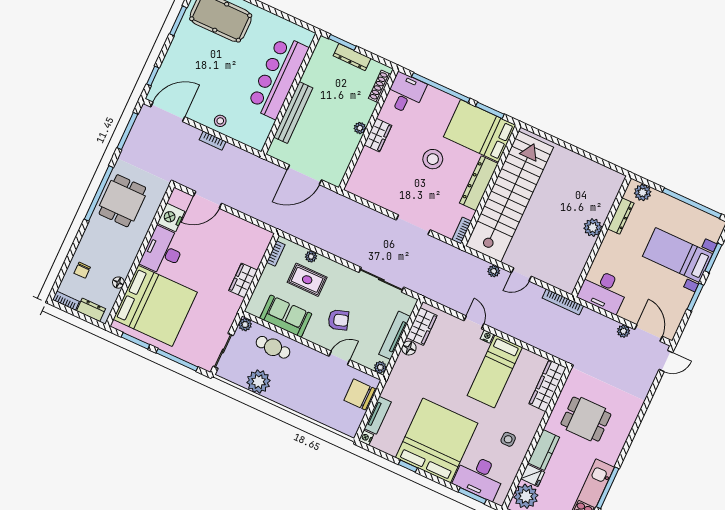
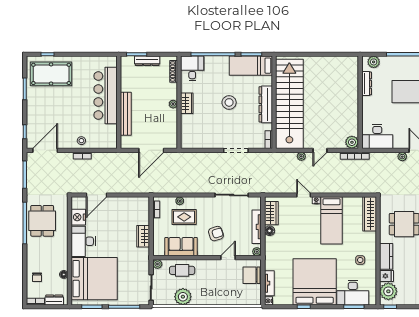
bed: (480, 131) -> (251, 66), width x0.67
plant: (593, 228) -> (352, 142), moved

